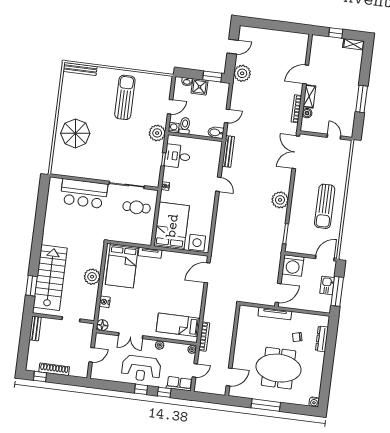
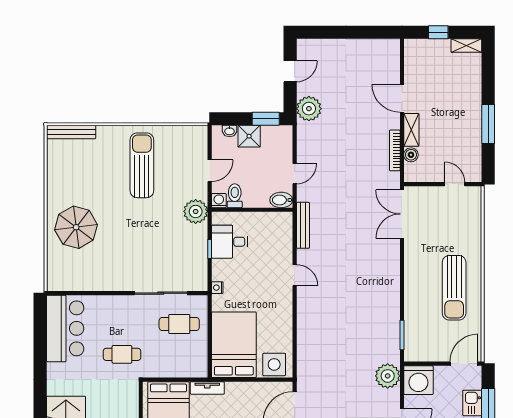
door: (306, 74) -> (402, 98), hinge flipped
bar counter: (84, 194) -> (65, 328), moved, turned -90
plant: (280, 200) -> (388, 376), moved
cafe table: (95, 223) -> (122, 354), added

